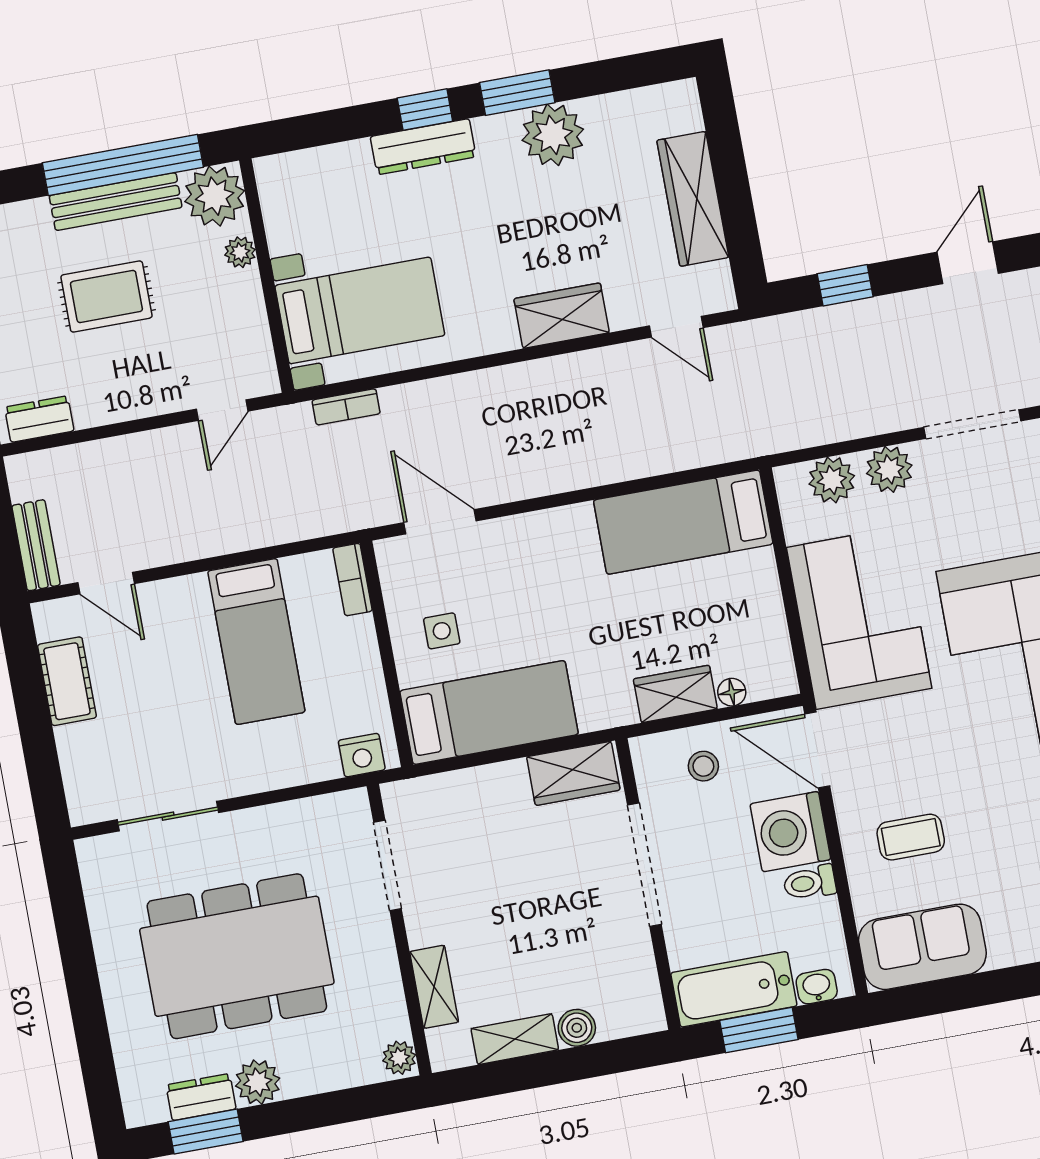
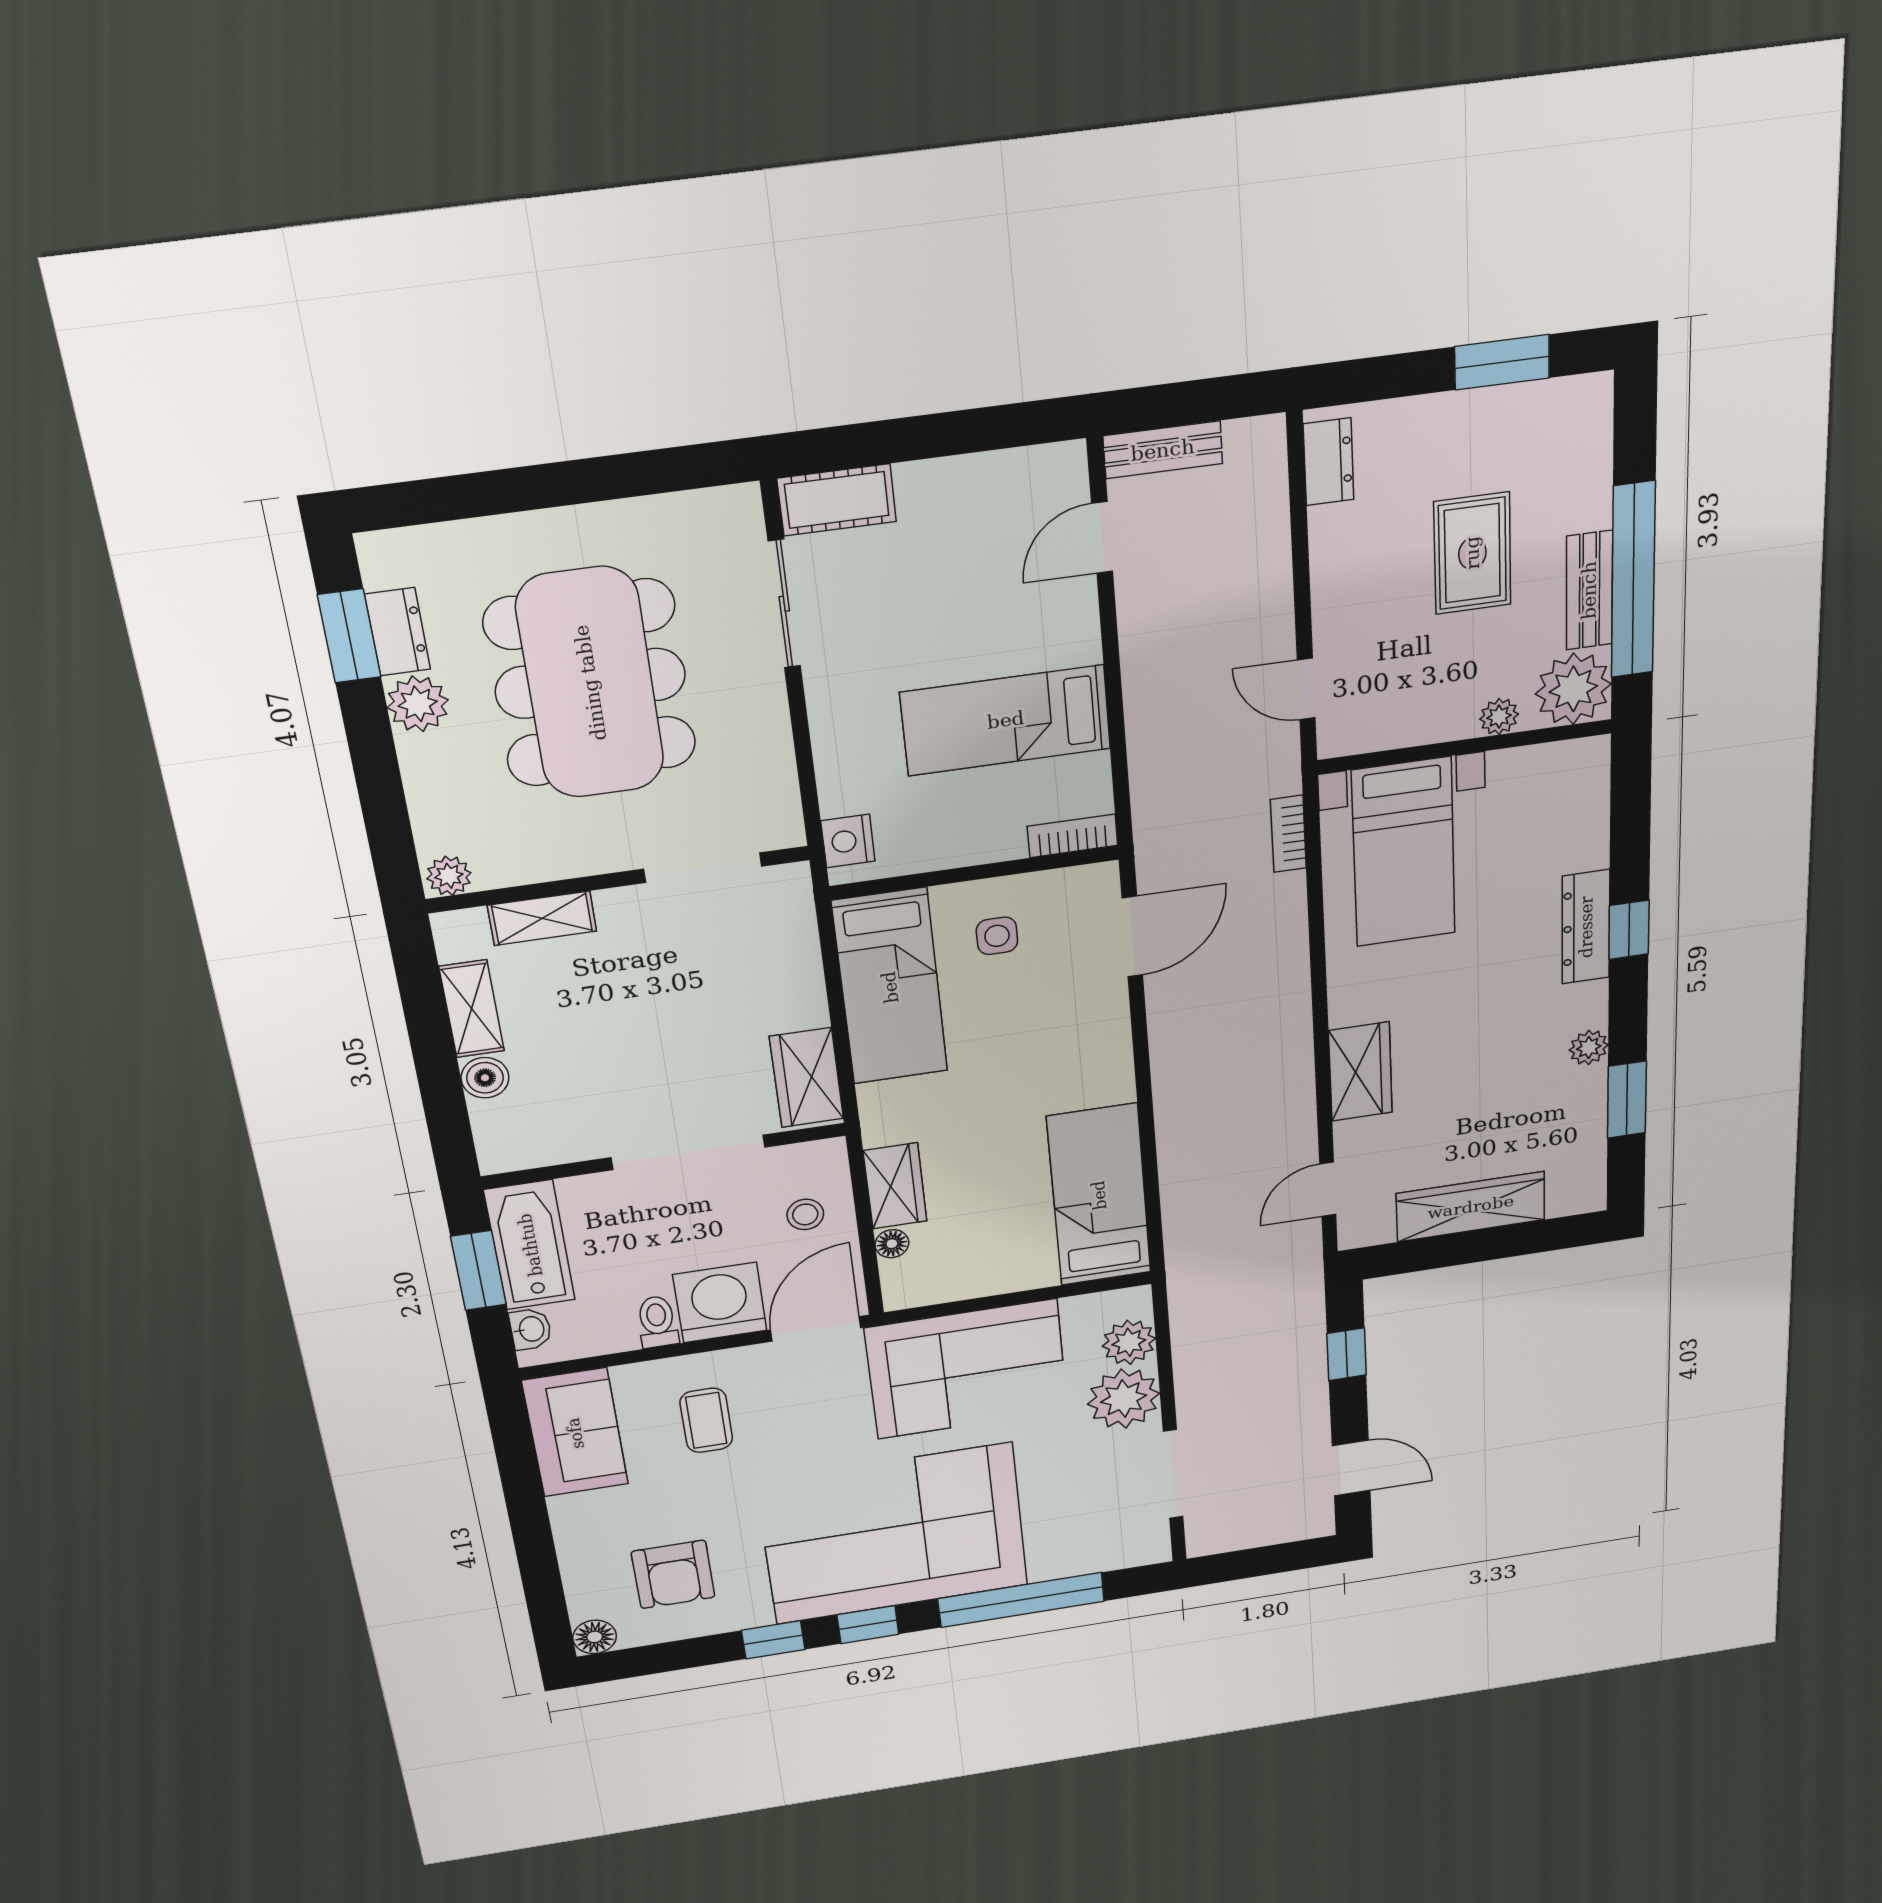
window: (517, 93) -> (1627, 1100), moved
plant: (553, 135) -> (1589, 1048), width x0.53, depth x0.53
bench: (116, 202) -> (1589, 590), width x0.73
plant: (889, 469) -> (1124, 1399), width x1.36, depth x1.36
cot: (67, 681) -> (837, 500), moved

